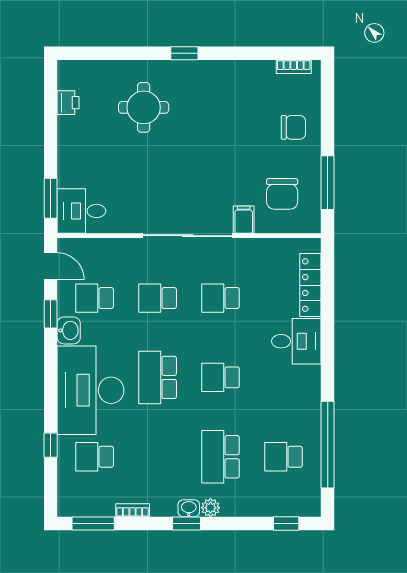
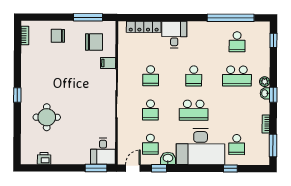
chair: (293, 127) -> (58, 36), turned -90

